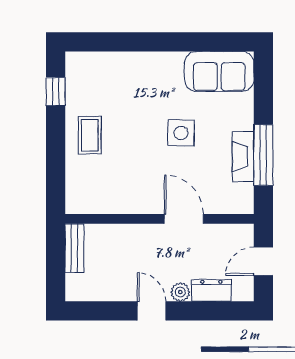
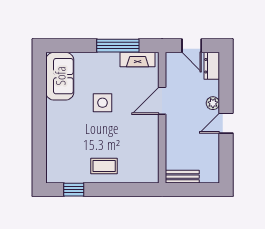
fireplace: (243, 156) -> (138, 60), moved
dresser: (211, 290) -> (212, 66), moved

